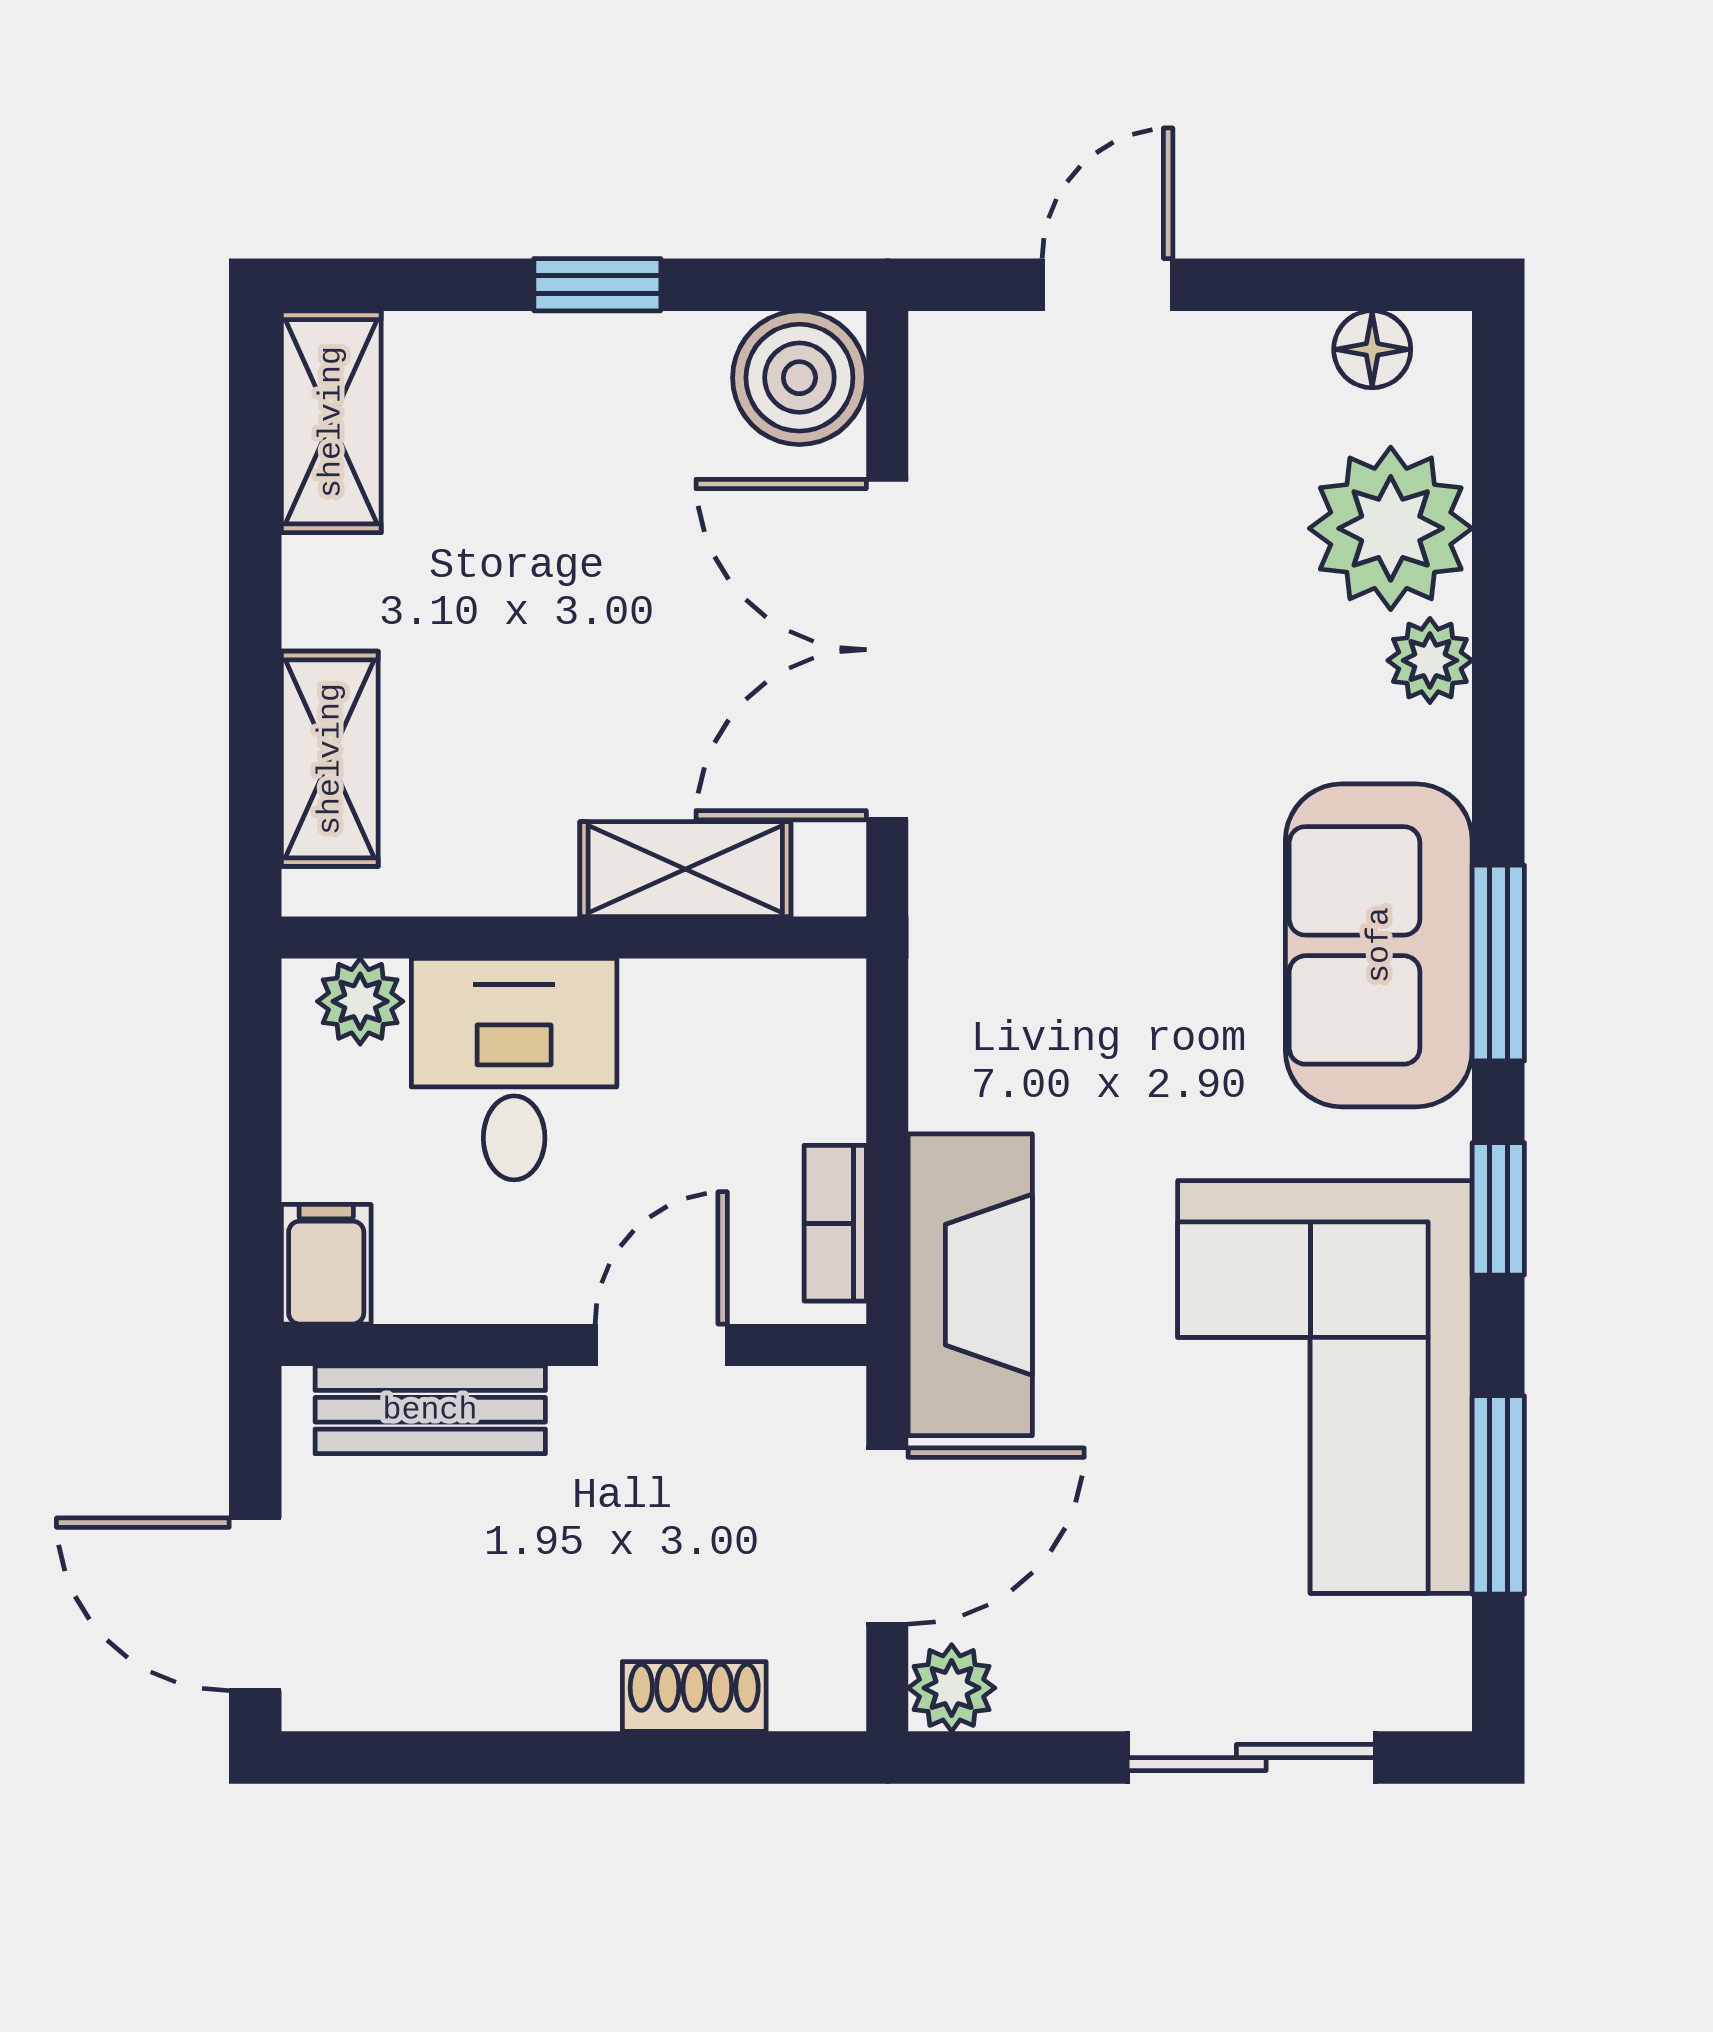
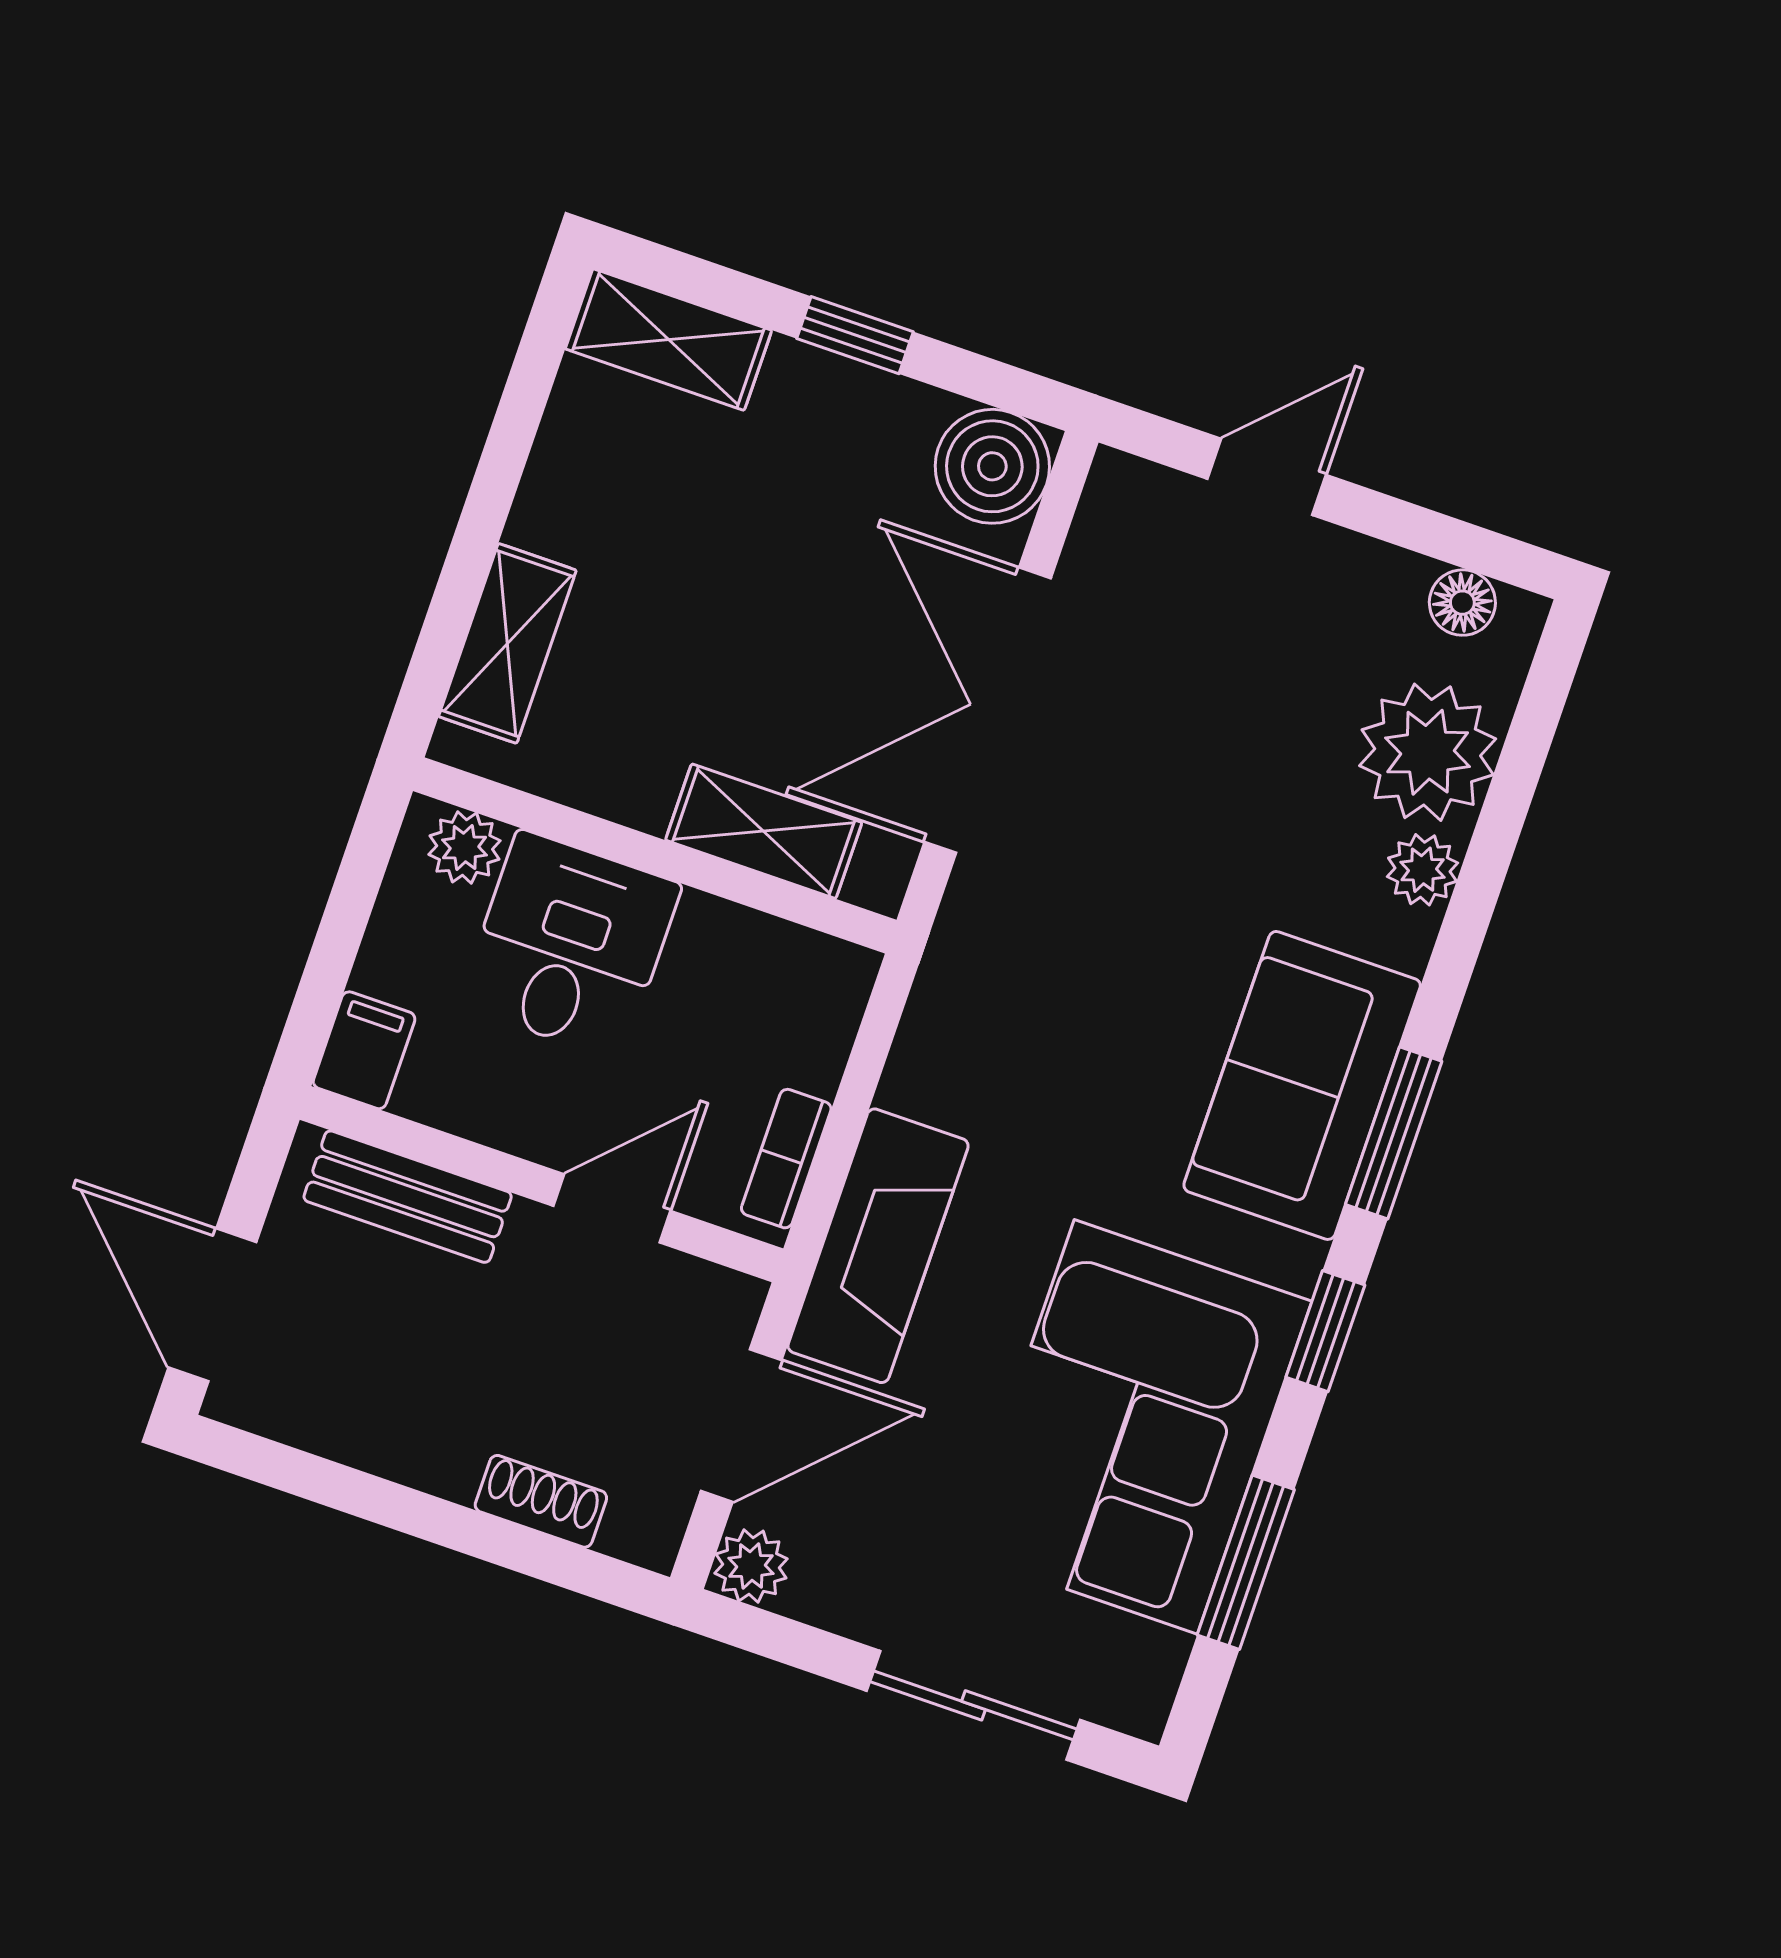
shelving: (331, 422) -> (668, 340), moved, turned 90

